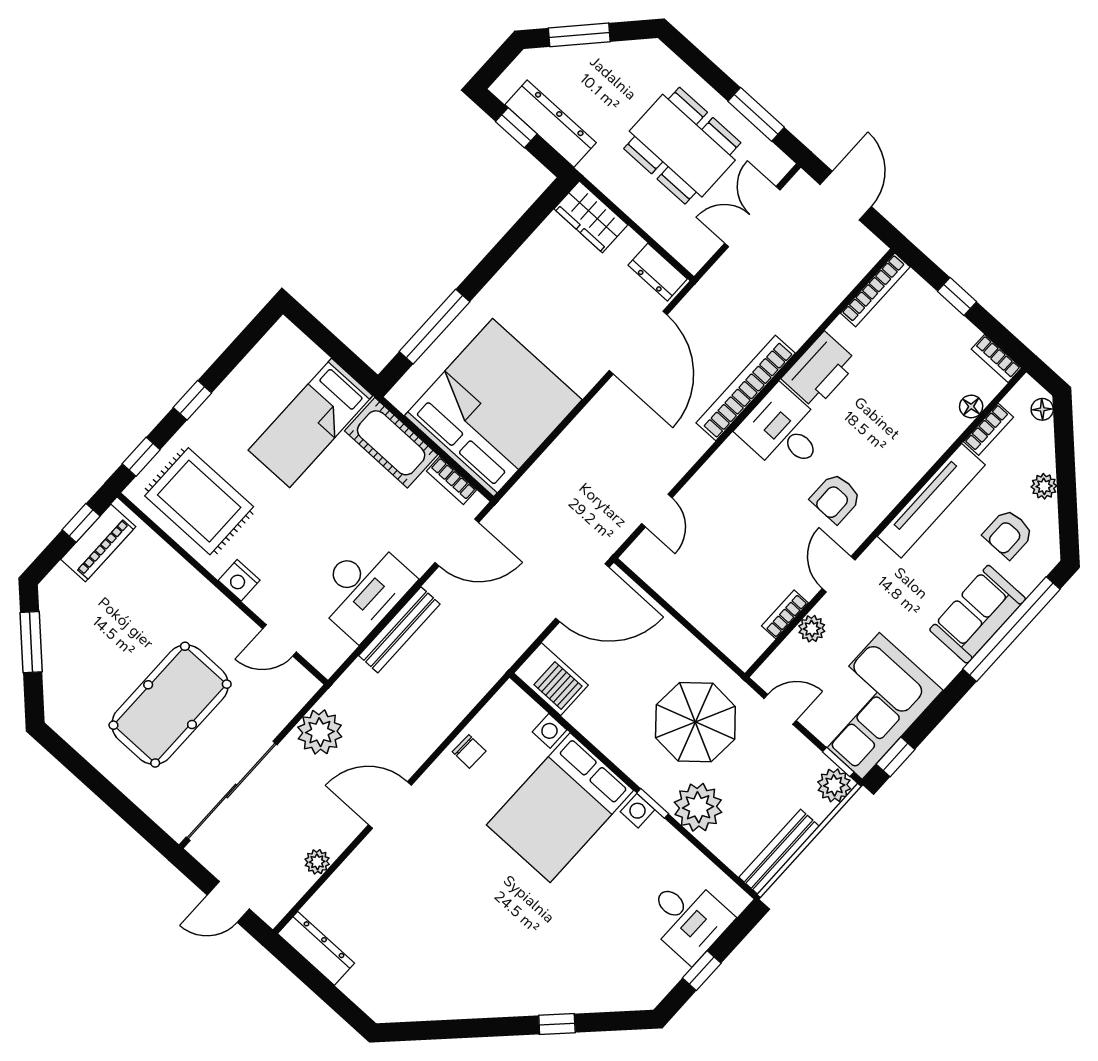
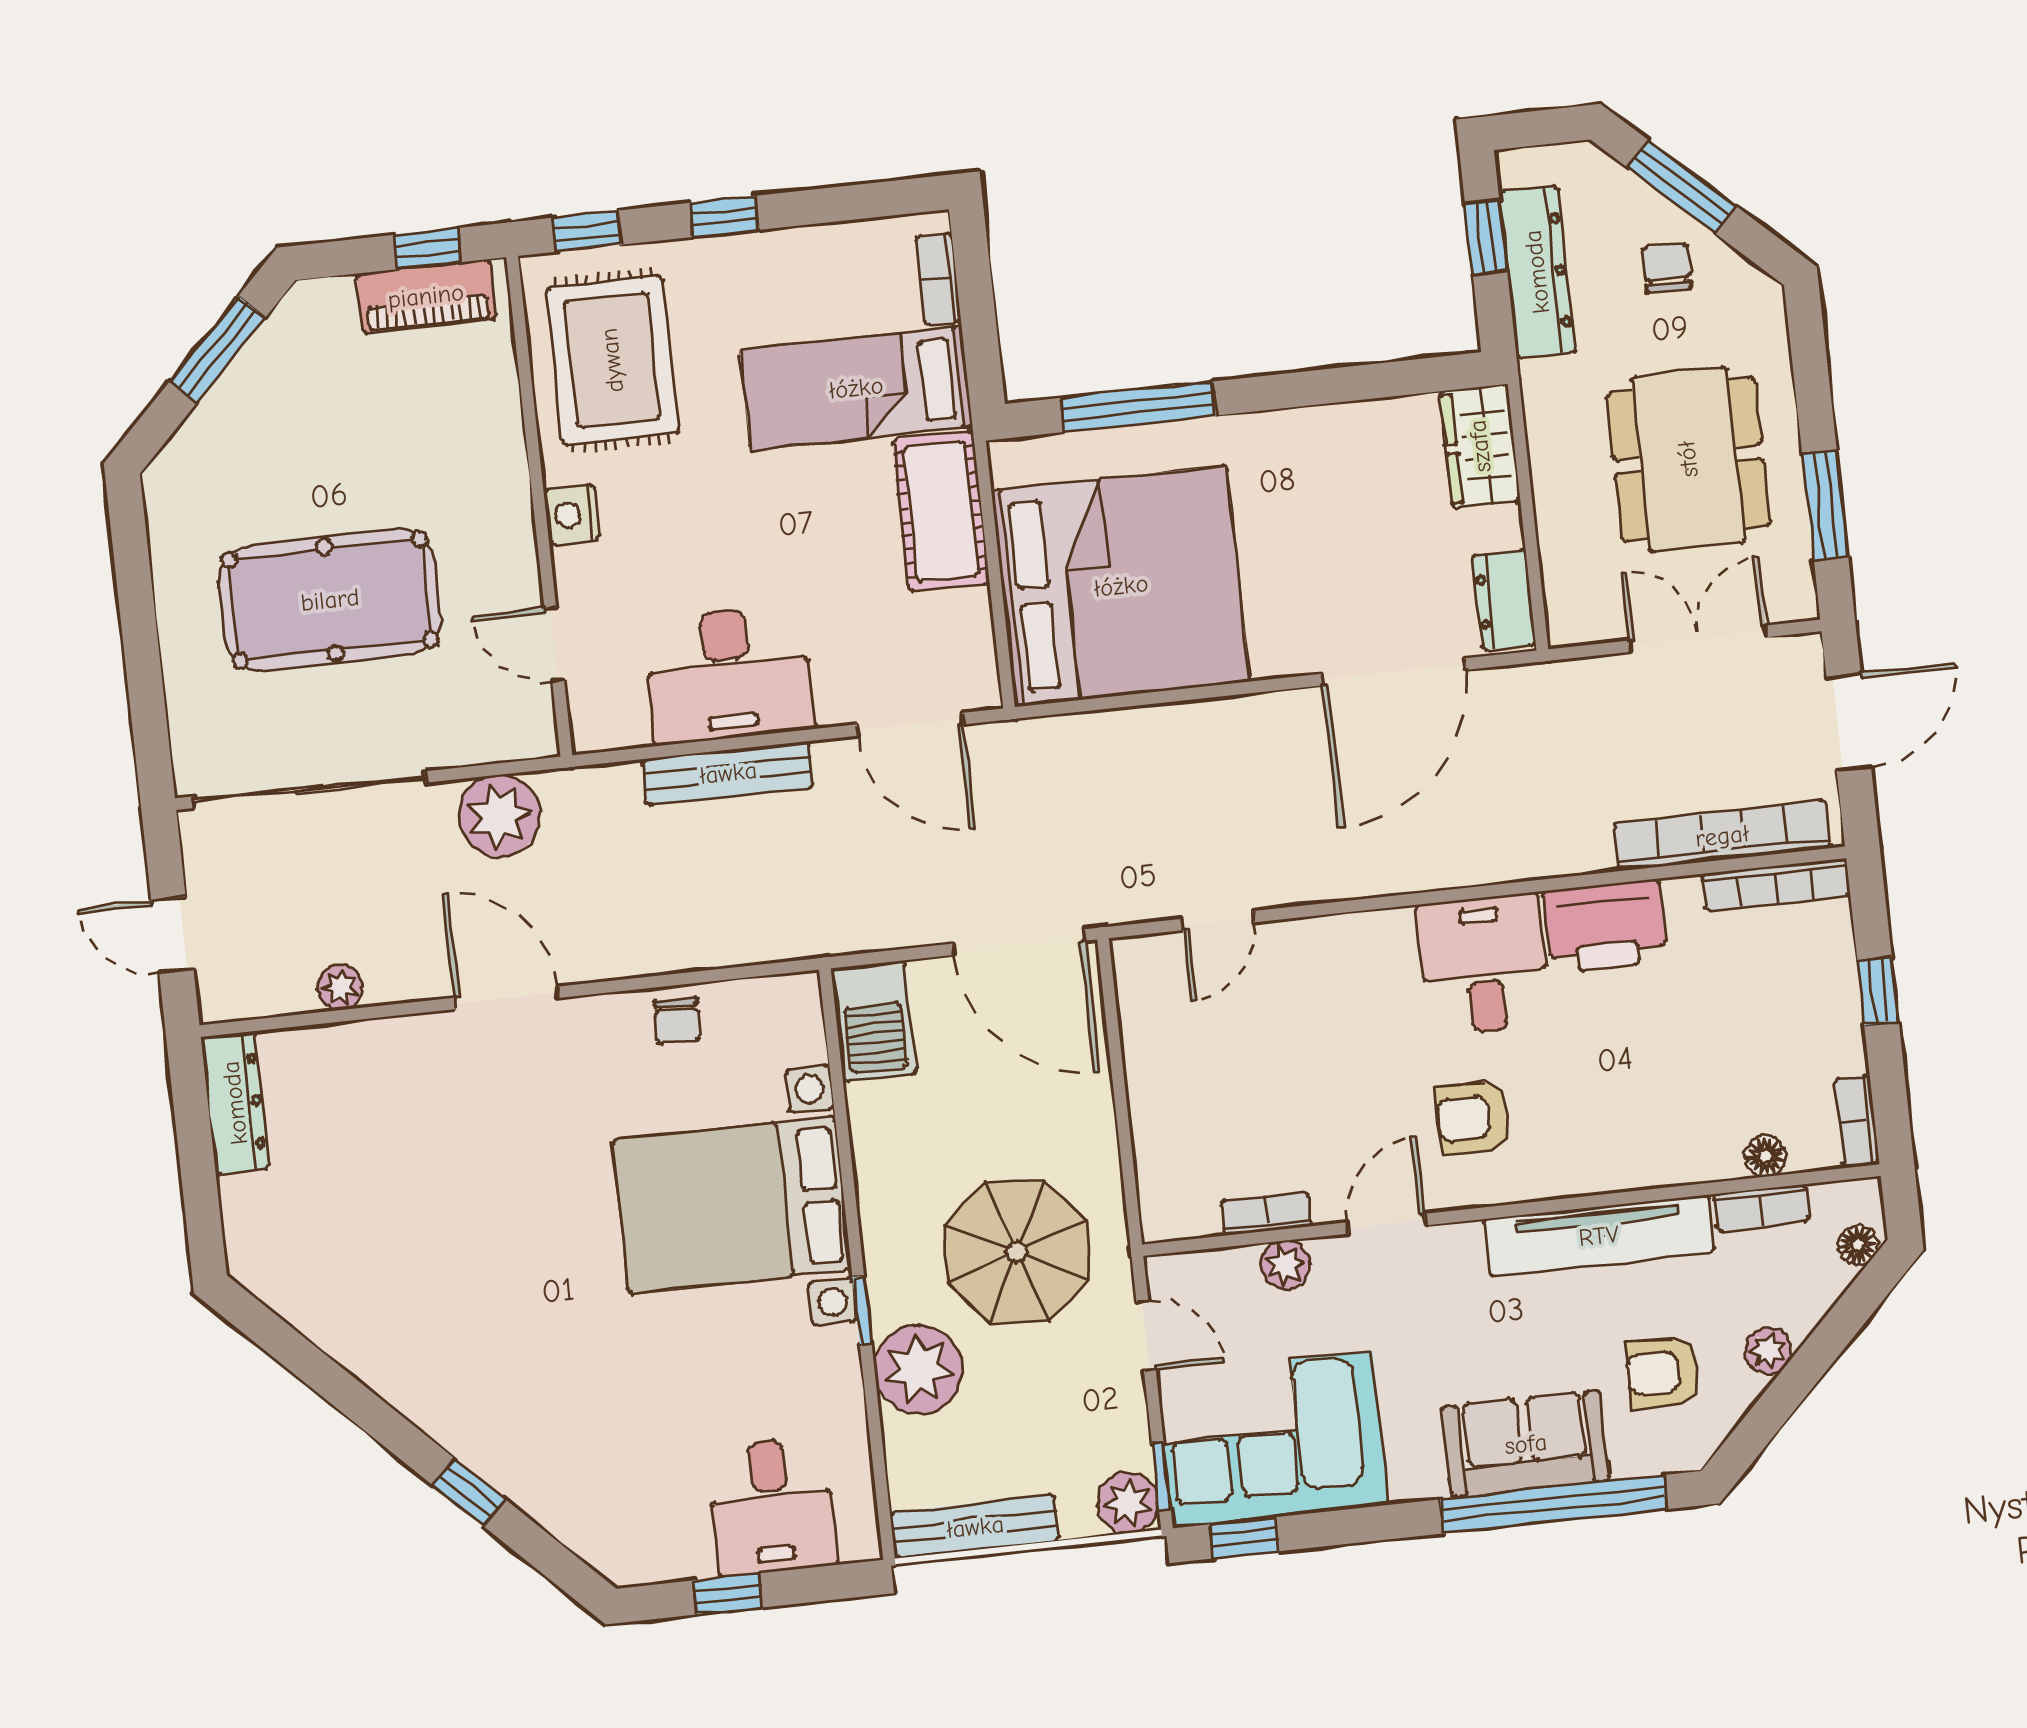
chair: (603, 74) -> (1667, 268), added
bookcase: (746, 388) -> (1722, 836), moved
bookcase: (452, 480) -> (939, 279), moved

